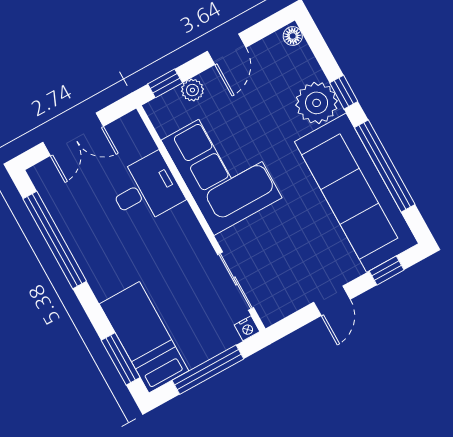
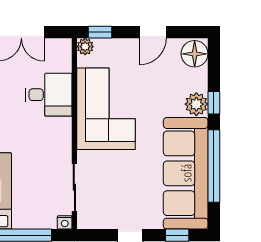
floor lamp: (293, 36) -> (195, 54), width x1.89, depth x1.89
plant: (192, 90) -> (85, 47), moved
plant: (317, 103) -> (196, 104), width x0.73, depth x0.73

